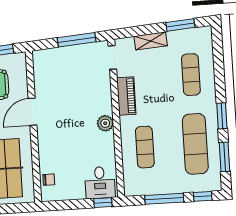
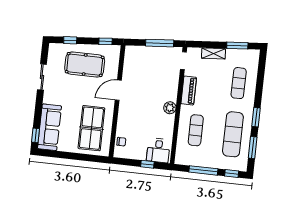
window: (103, 203) -> (147, 164), moved

